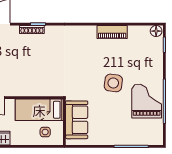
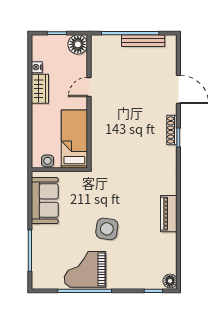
piano: (112, 32) -> (169, 214), moved
grand piano: (147, 101) -> (85, 269), turned 180
sofa: (77, 120) -> (45, 201), moved, turned -90
side table: (45, 132) -> (48, 161), moved

